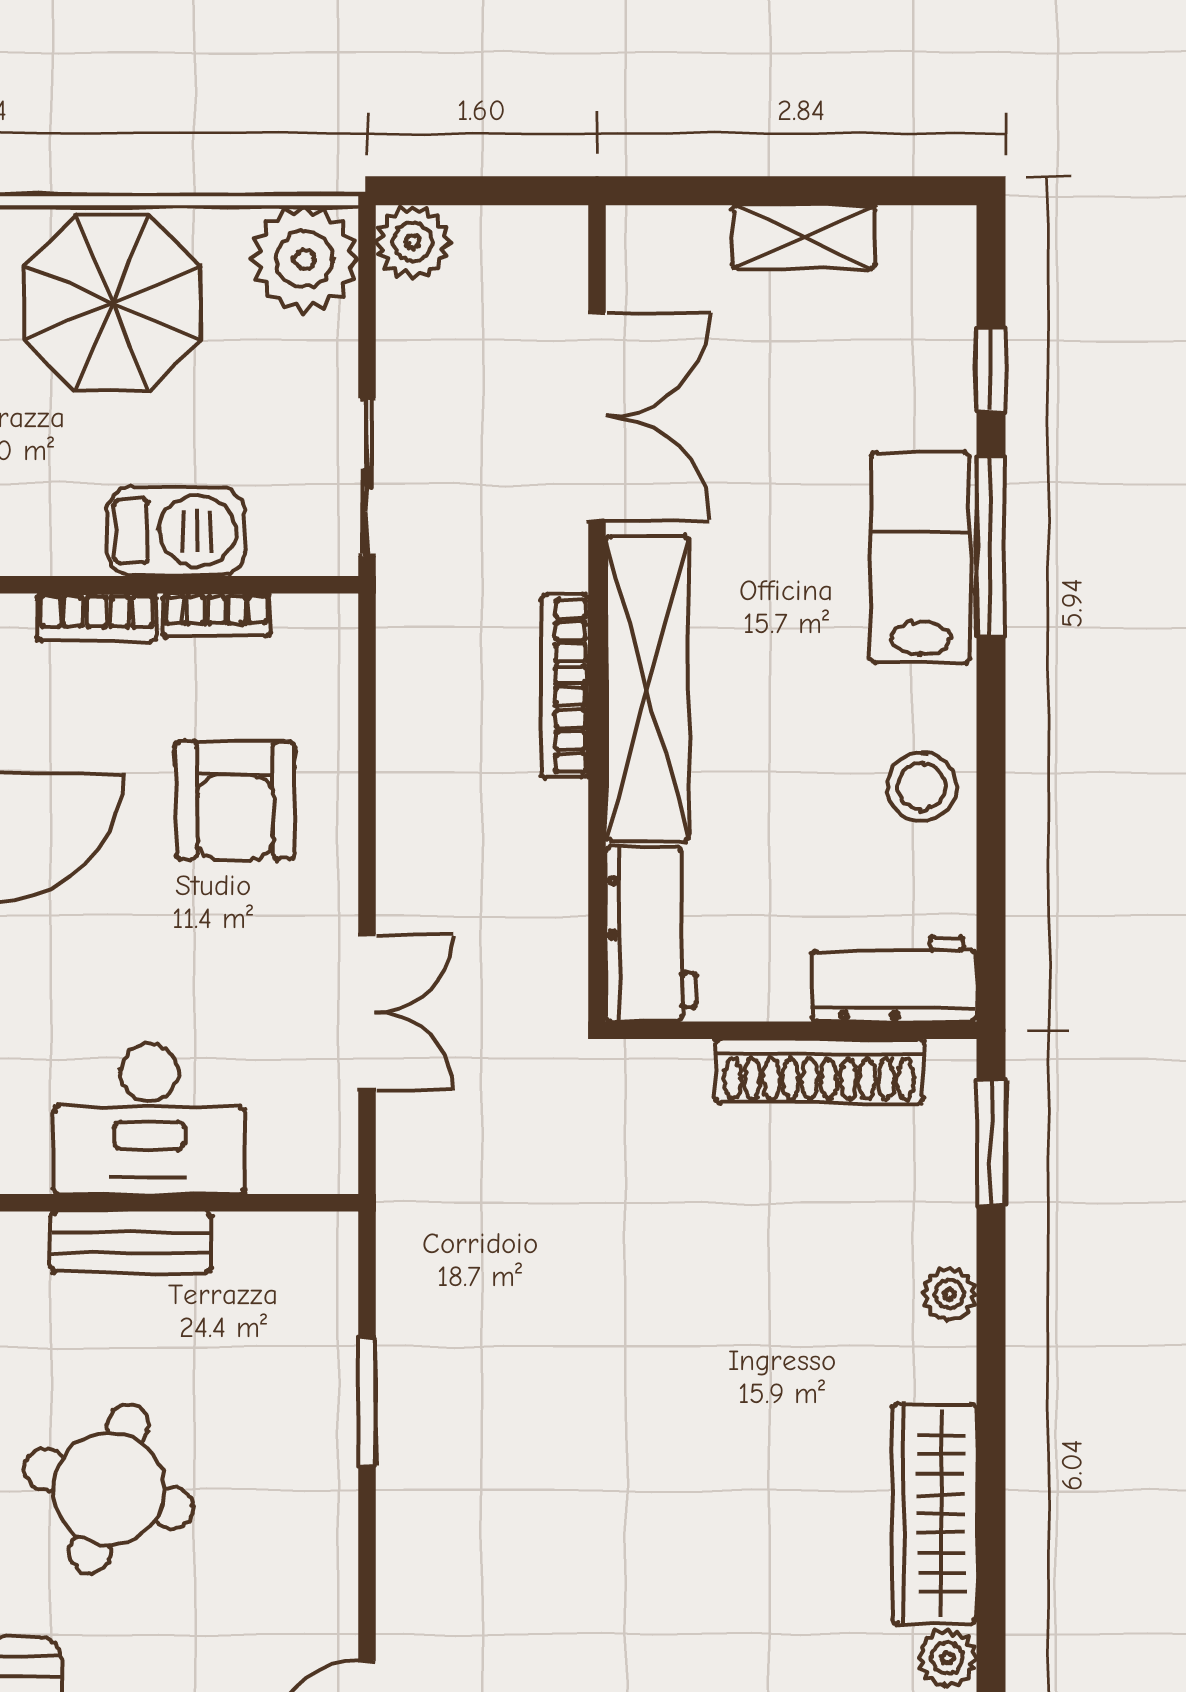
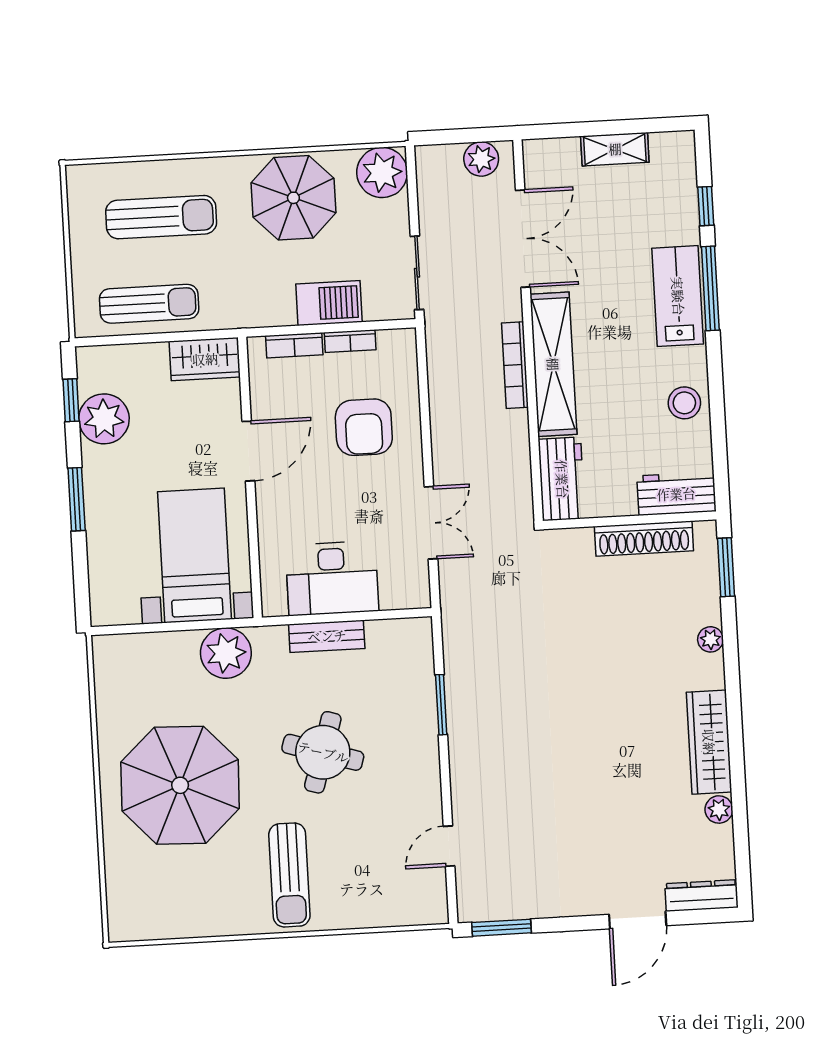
plant: (413, 242) -> (481, 159), moved

